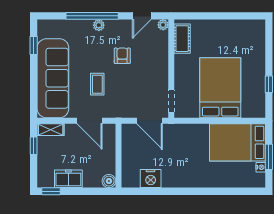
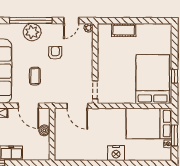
plant: (99, 25) -> (32, 32), width x1.88, depth x1.88
cot: (182, 39) -> (124, 30), moved, turned 90
bed: (220, 88) -> (153, 79), moved
nightstand: (151, 179) -> (116, 153), moved
boiler: (109, 181) -> (44, 130), moved

